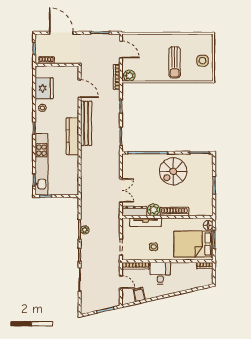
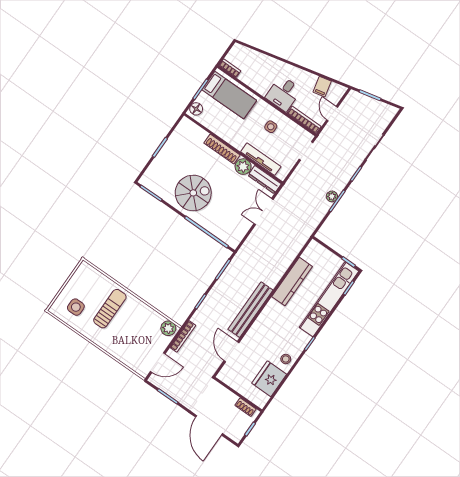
door: (121, 50) -> (158, 363), swing flipped
side table: (202, 61) -> (76, 307), moved
kitchen counter: (72, 136) -> (292, 282), moved
bed: (194, 244) -> (229, 95), width x0.67

